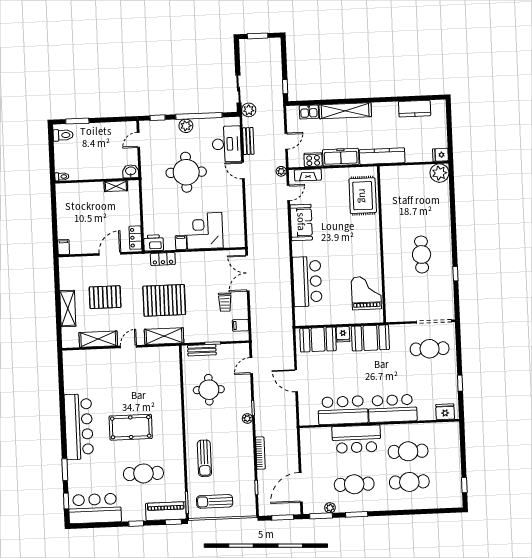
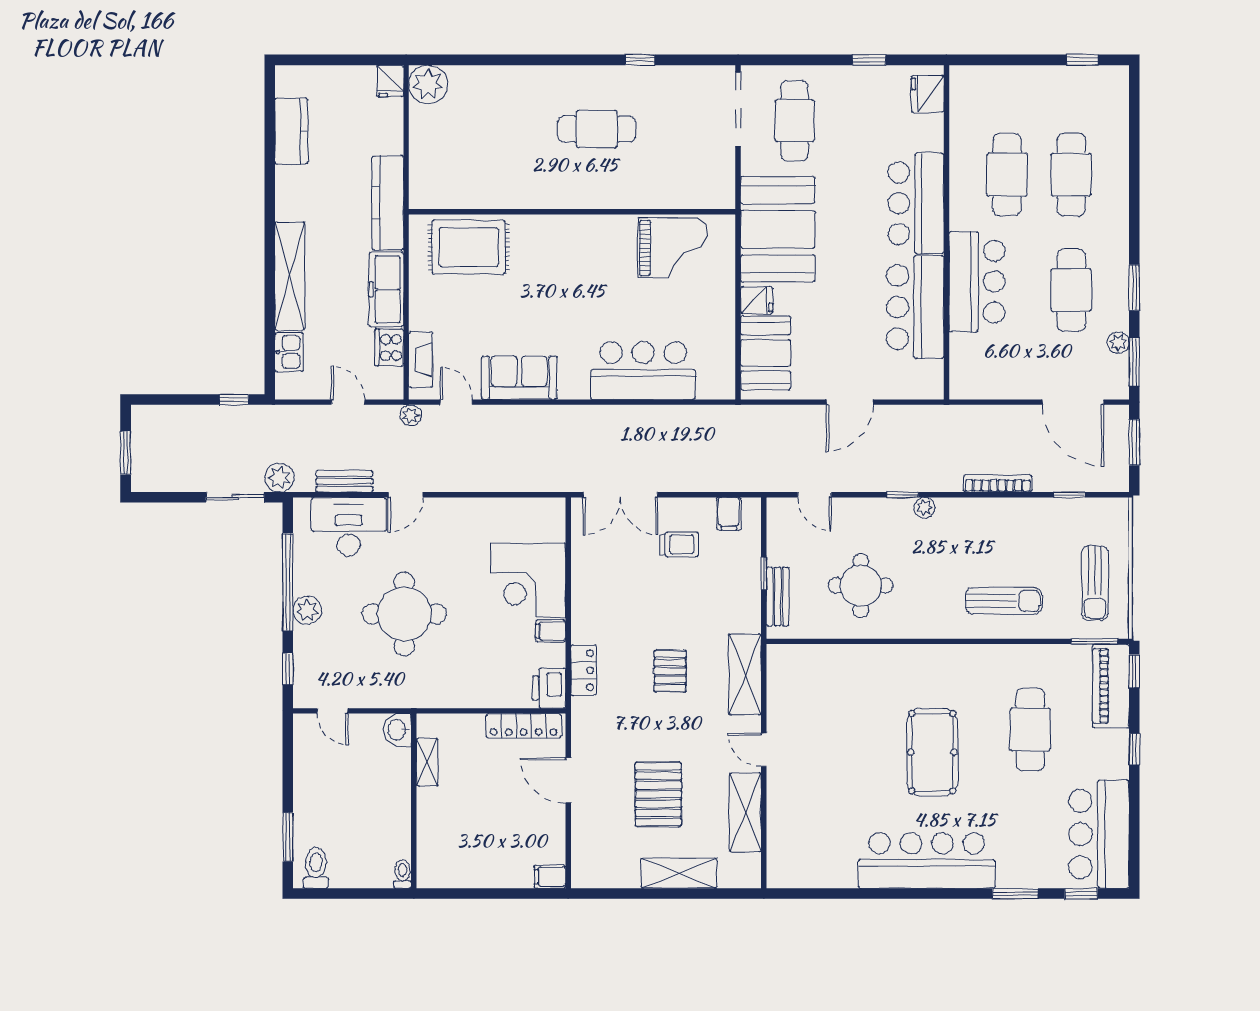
locker: (135, 238) -> (524, 726), width x1.53
grand piano: (366, 293) -> (673, 248), turned 180
pallet: (164, 300) -> (670, 671), width x0.49, depth x0.50
booth: (370, 338) -> (778, 229), width x1.36, depth x1.42

